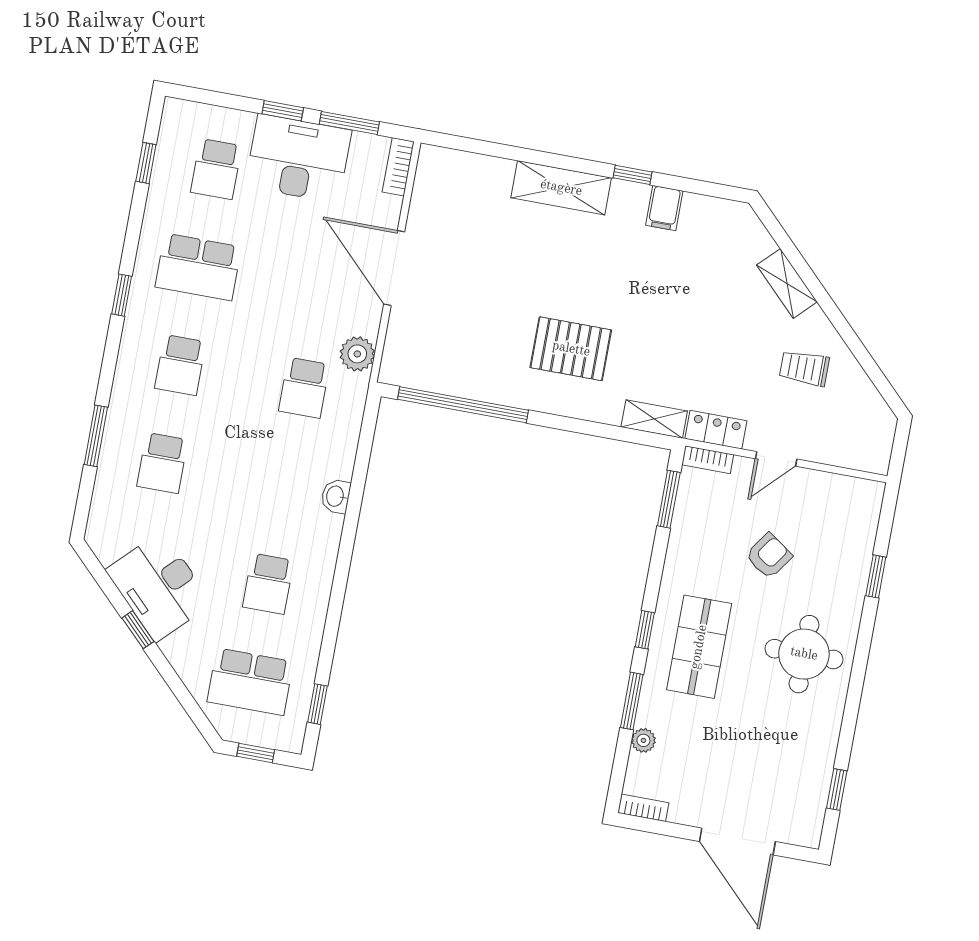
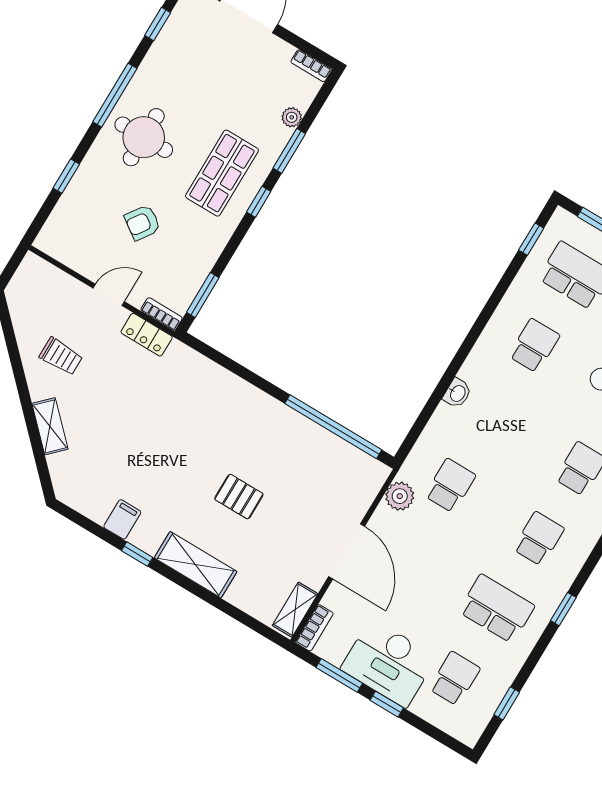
pallet: (571, 349) -> (239, 497), moved, width x0.67, depth x0.71
shelving: (654, 419) -> (295, 610), moved, turned 90
window: (855, 690) -> (115, 95), added

